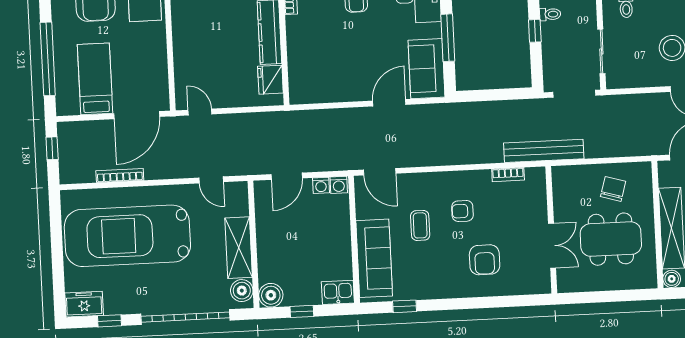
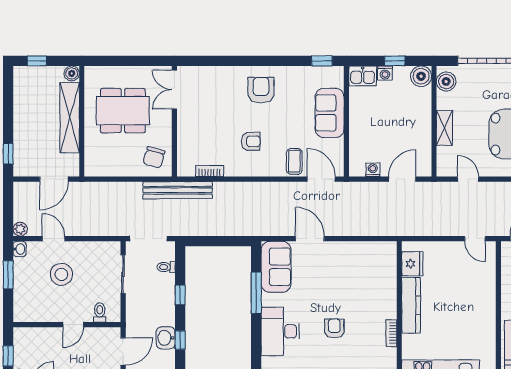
toilet: (550, 14) -> (166, 267), moved
door: (389, 103) -> (310, 239), swing flipped
washing machine: (339, 185) -> (385, 73), moved, turned 180
chair: (613, 189) -> (154, 157), moved
coffee table: (420, 225) -> (294, 161), moved
double door: (552, 246) -> (174, 90), moved
shelving: (239, 248) -> (444, 128), width x0.67, depth x0.75
sofa: (374, 258) -> (330, 113), width x0.73
armchair: (485, 260) -> (261, 90), moved
window: (405, 306) -> (322, 61), moved

